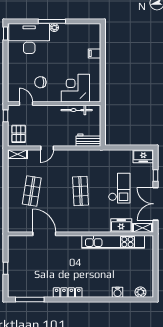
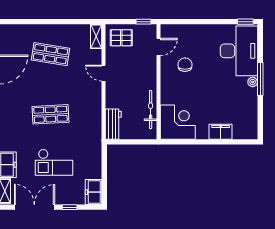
filing cabinet: (95, 53) -> (221, 132), width x2.00
corner desk: (75, 88) -> (178, 122), moved

